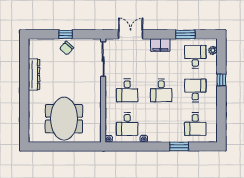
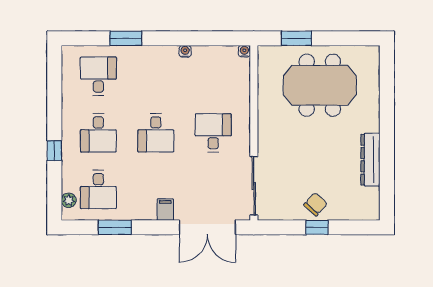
double door: (131, 34) -> (207, 227), width x1.37
filing cabinet: (160, 45) -> (165, 210), width x0.50
desk: (161, 90) -> (156, 133), turned 180
meeting table: (64, 119) -> (320, 85), turned 90
desk: (127, 124) -> (213, 76), removed
window: (78, 146) -> (296, 38), added

